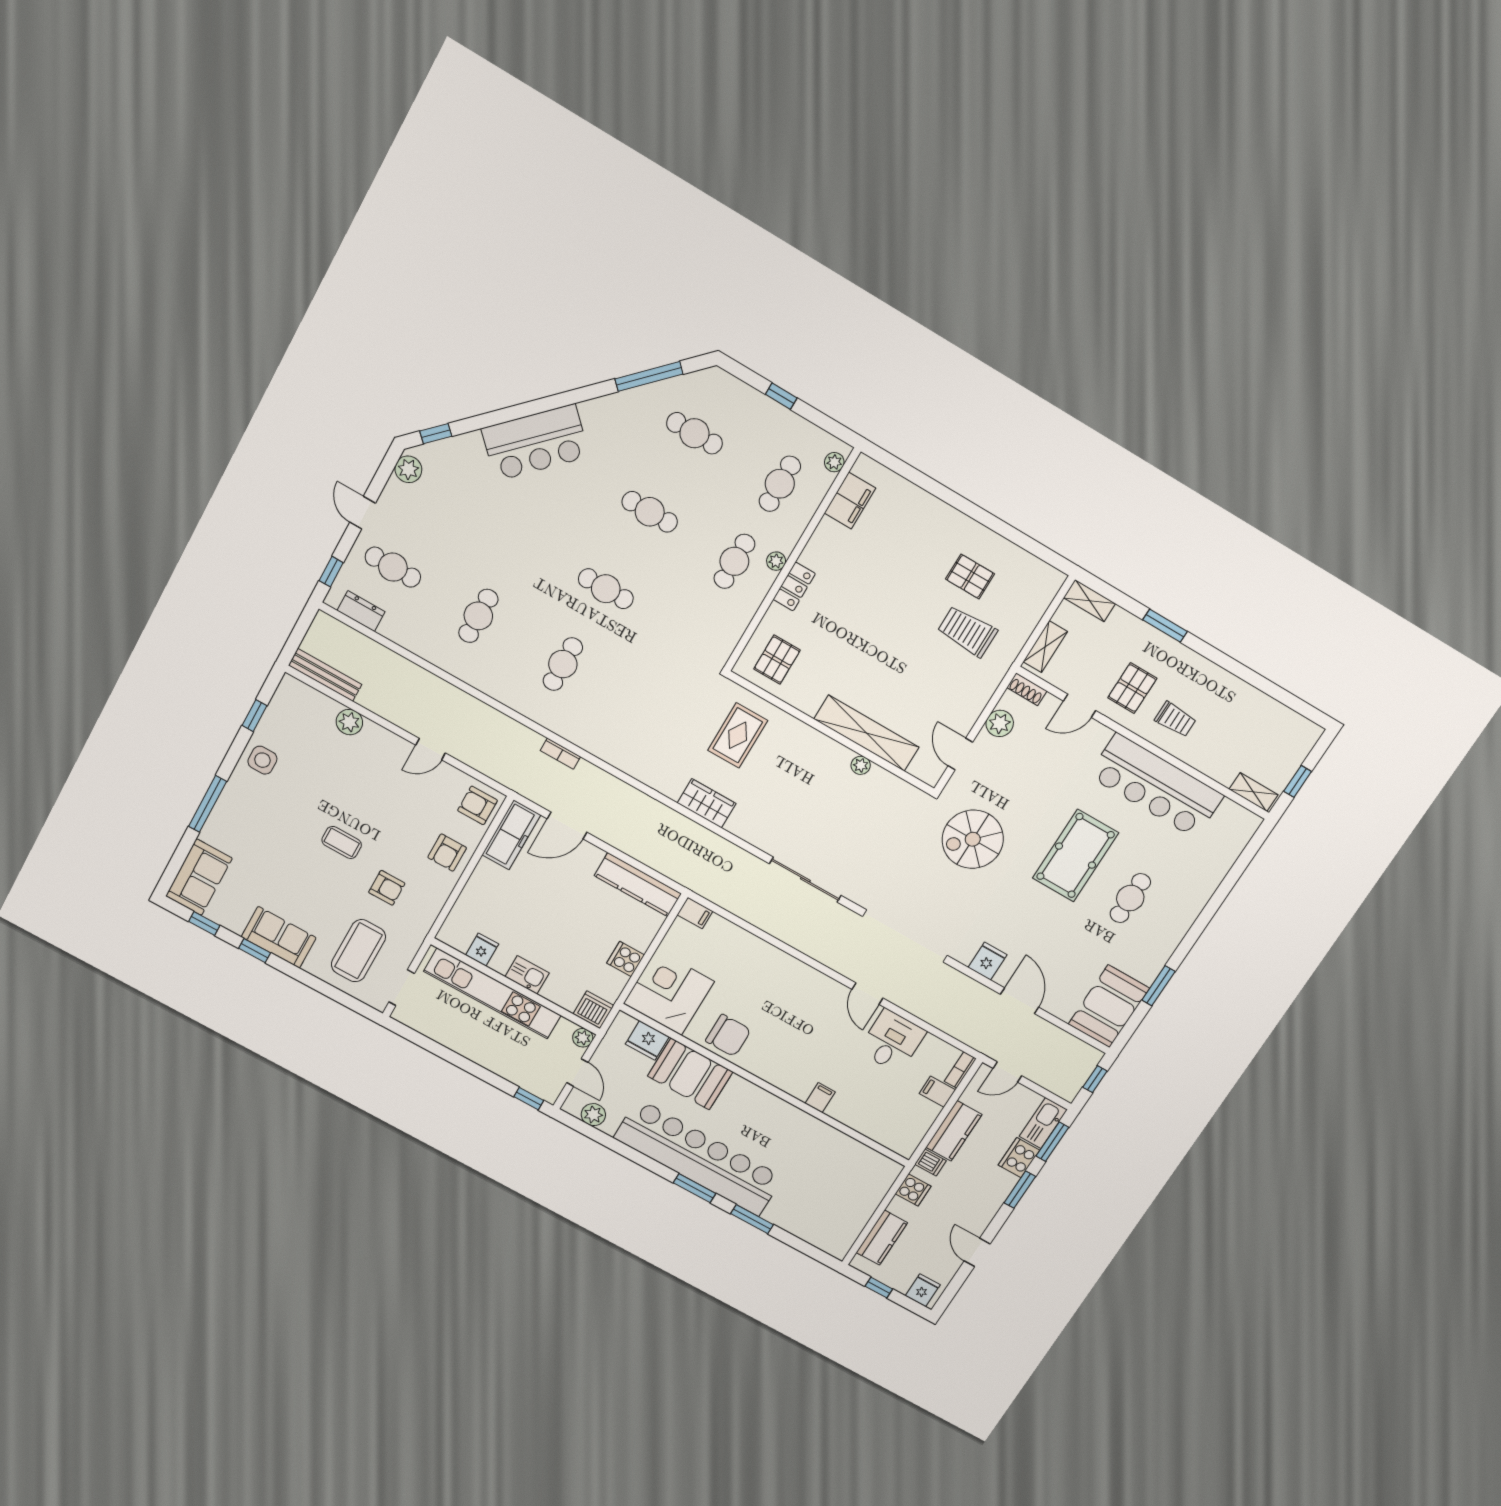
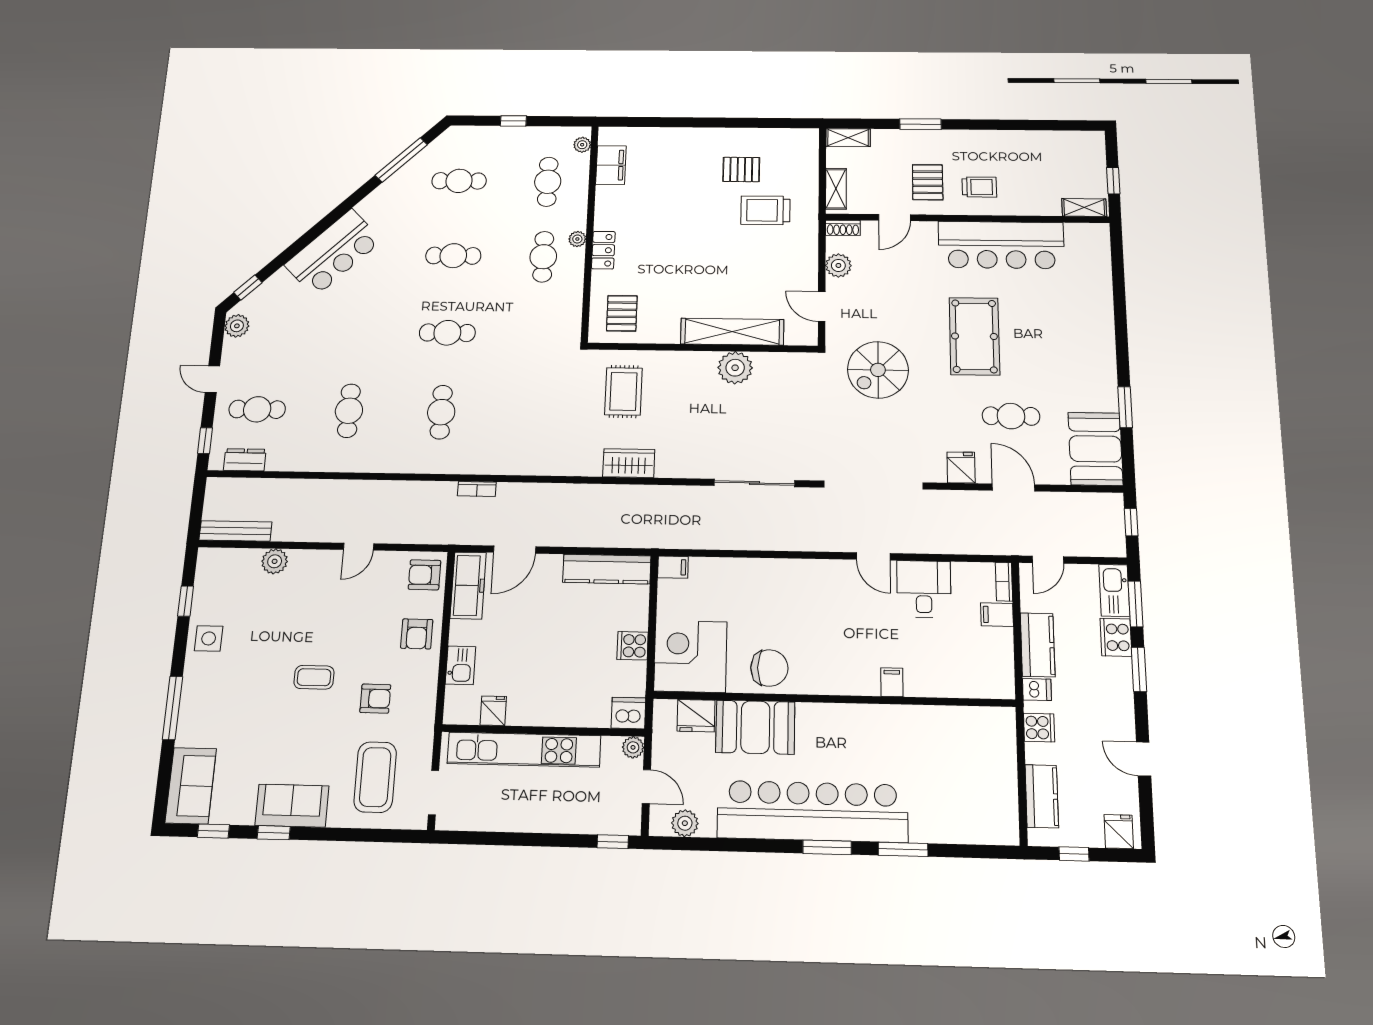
plant: (861, 765) -> (735, 368), width x1.87, depth x1.87
cafe table: (1130, 898) -> (1011, 416), moved, turned 90
kitchen sink: (527, 975) -> (461, 665), moved, turned 90

